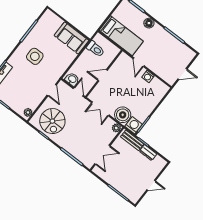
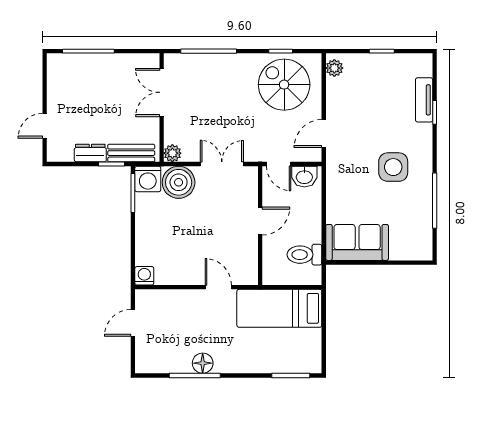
floor lamp: (149, 23) -> (203, 363), moved
washing machine: (148, 76) -> (144, 276), moved
door: (52, 90) -> (324, 134), hinge flipped
door: (151, 185) -> (45, 126), moved

